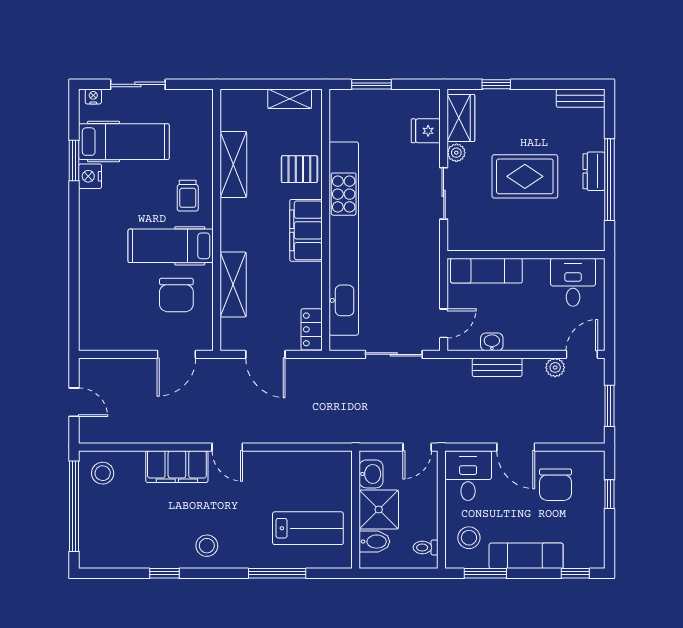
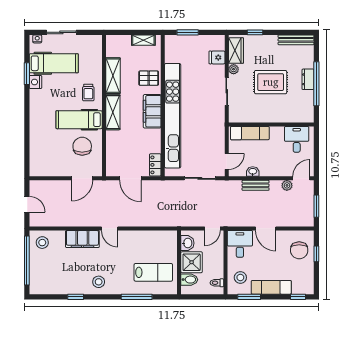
bench: (581, 98) -> (296, 40), width x1.36
shelving: (233, 285) -> (113, 112), moved
chair: (176, 295) -> (82, 146), turned 180
chair: (556, 485) -> (299, 250), moved

